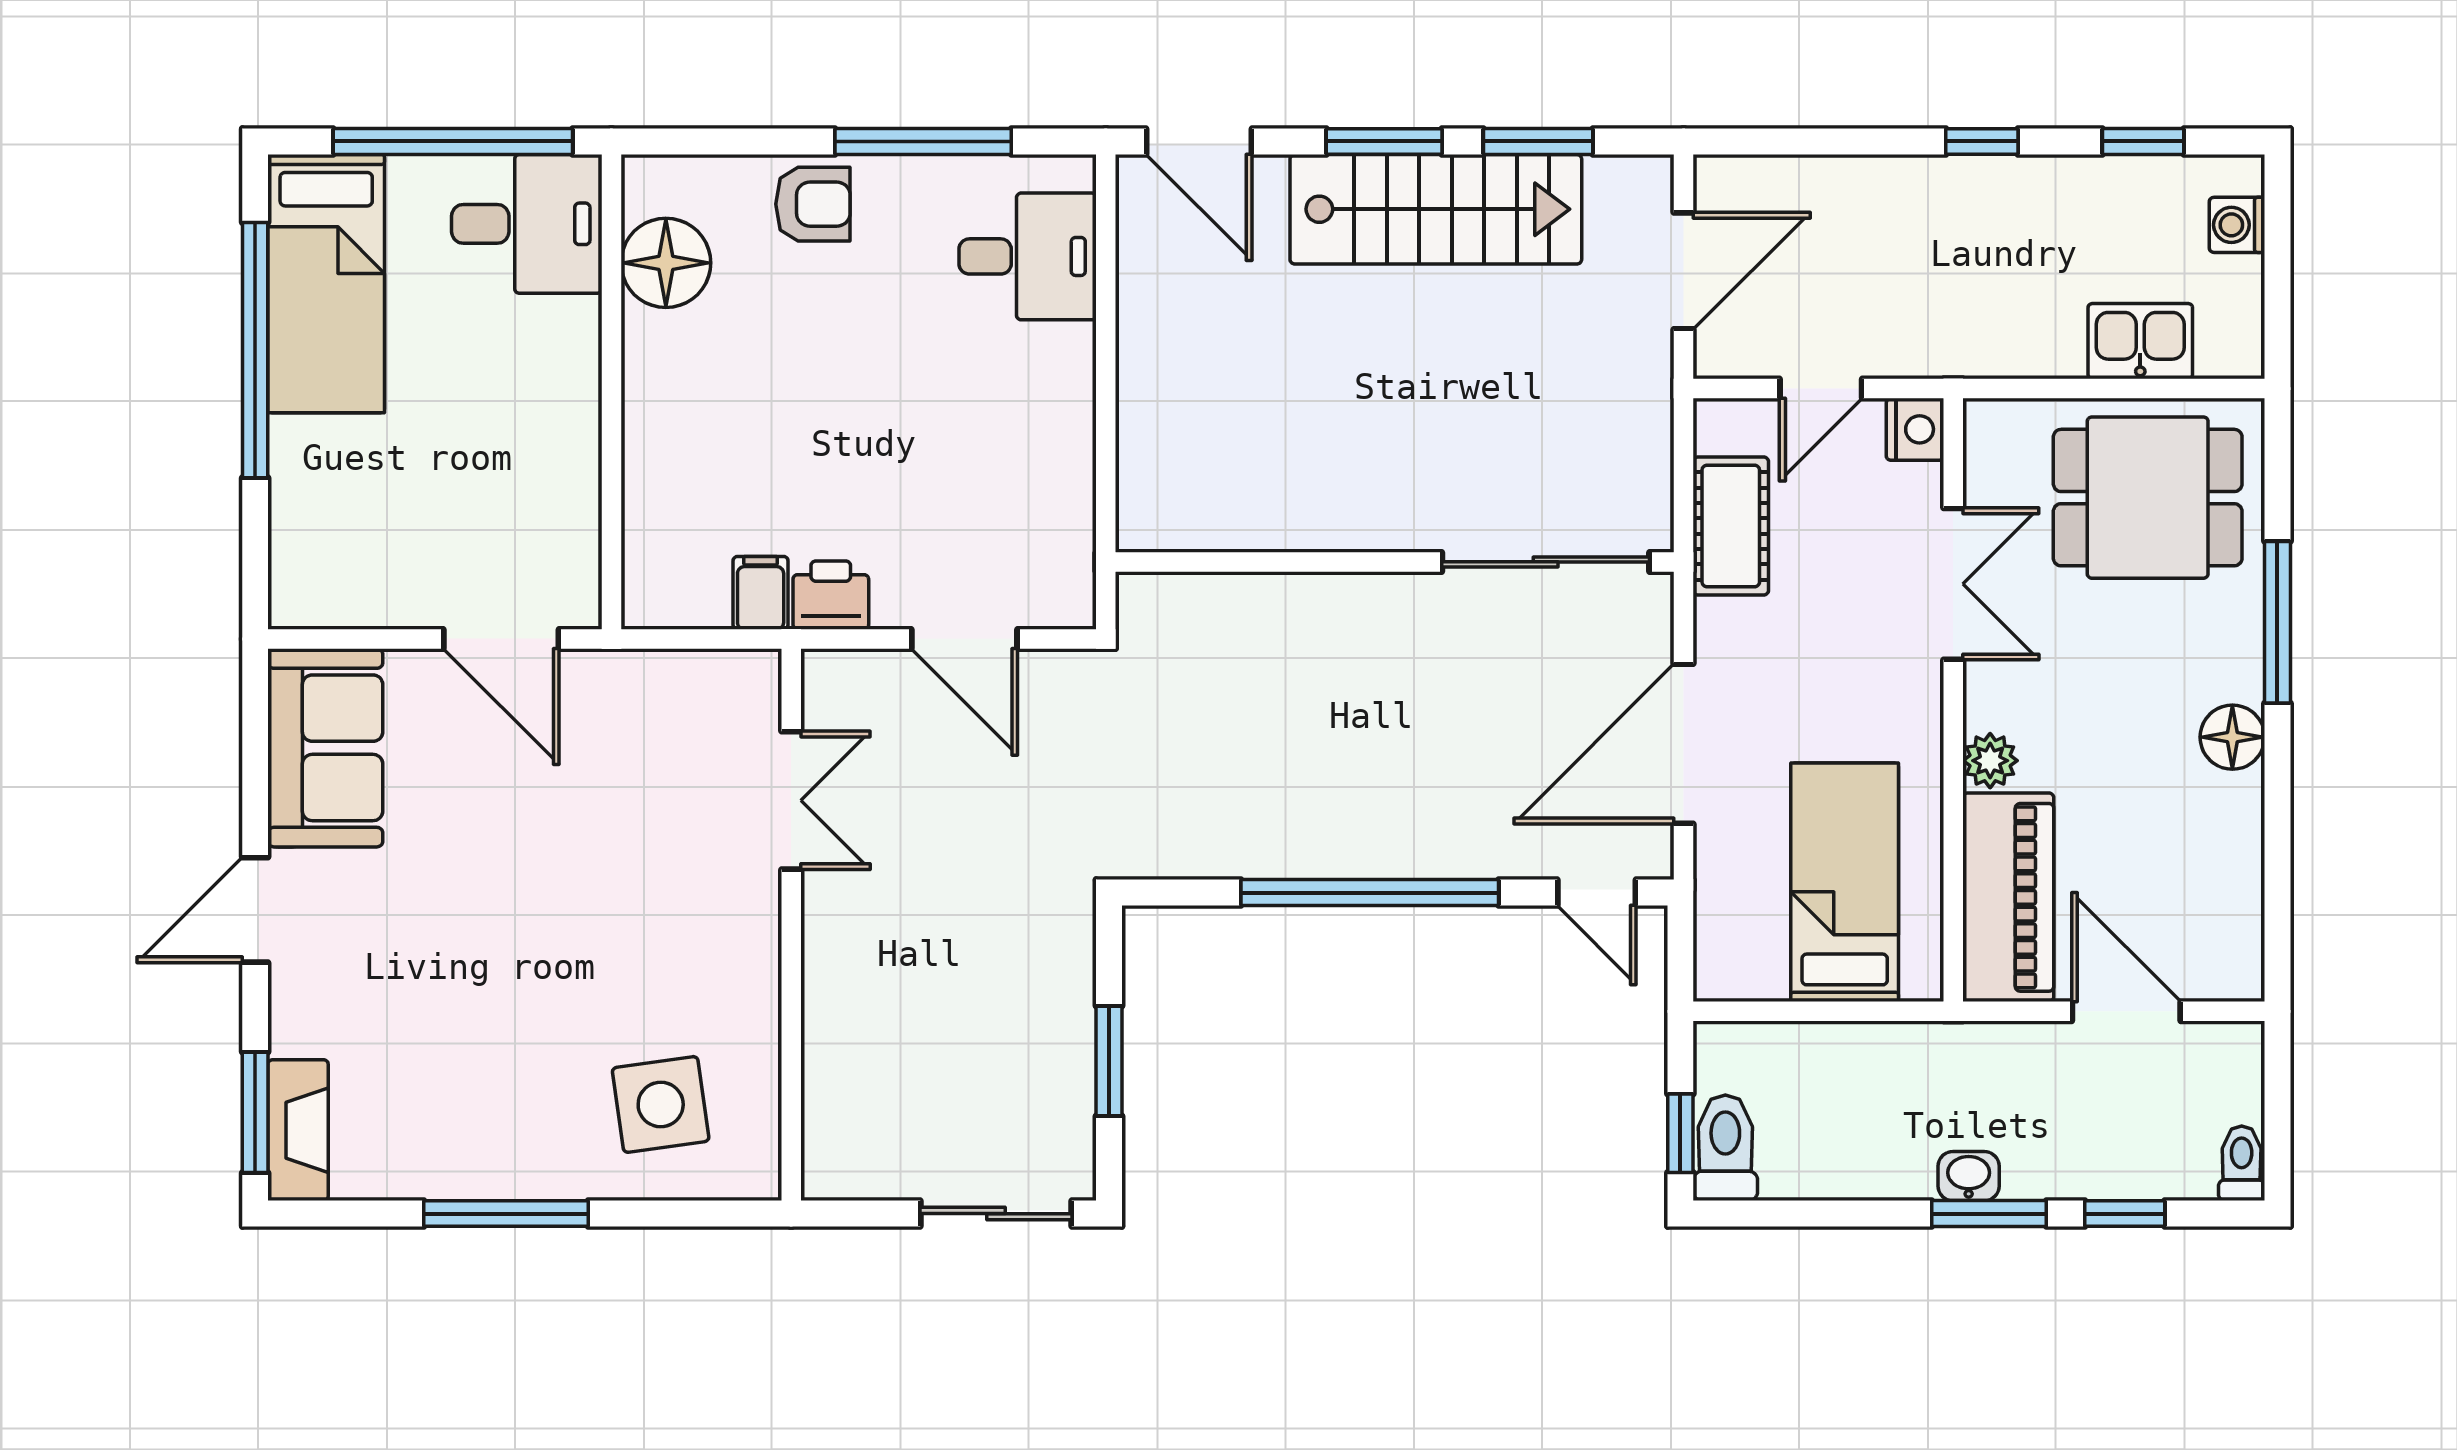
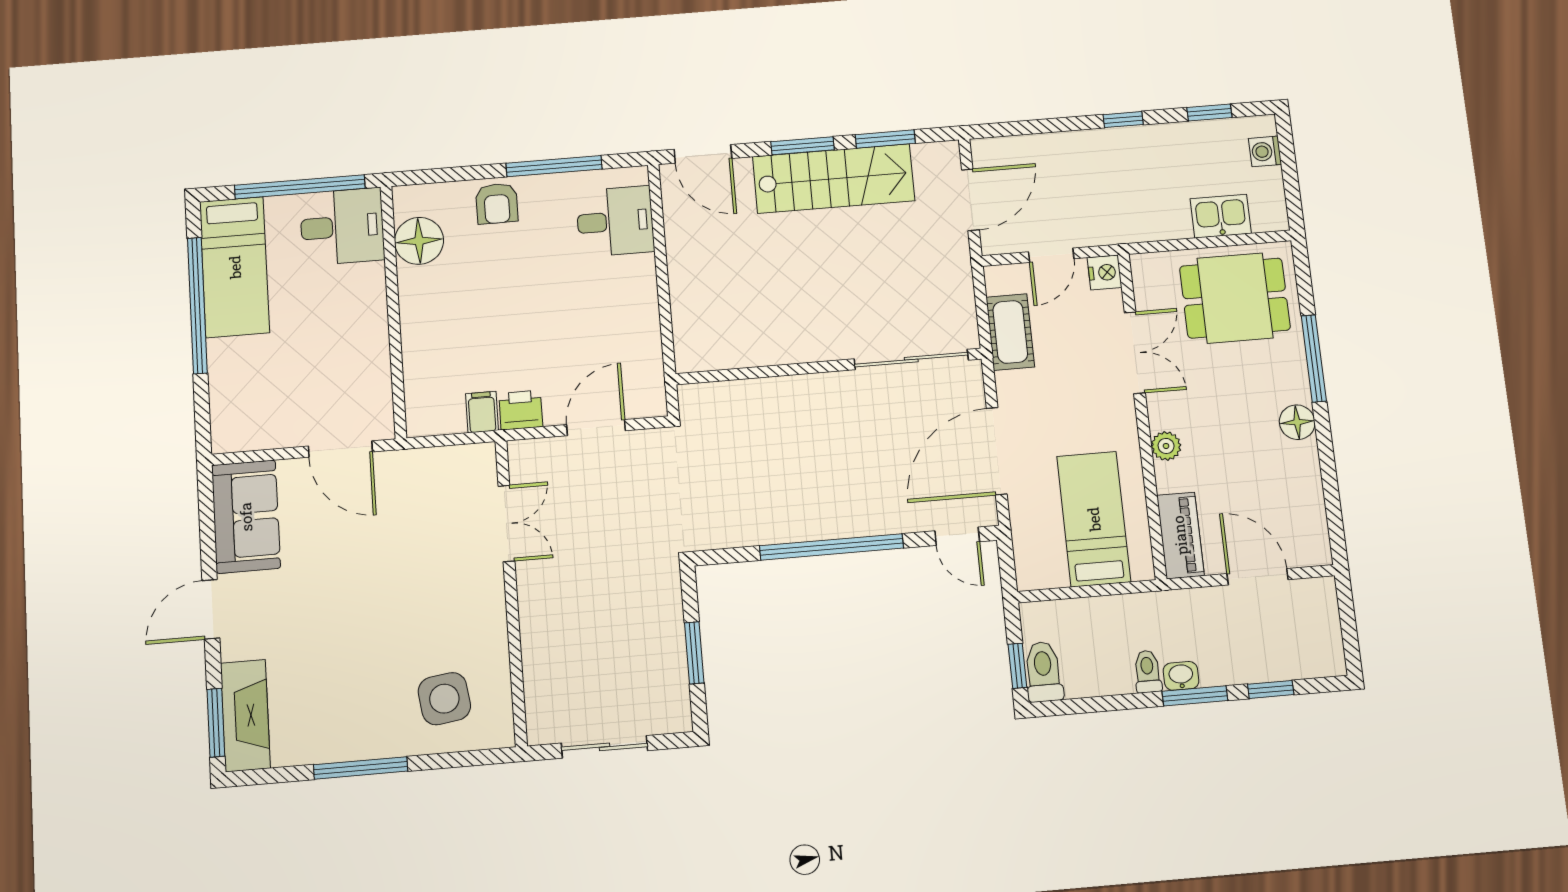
armchair: (813, 204) -> (497, 204), turned 90
door: (964, 639) -> (596, 428), swing flipped
piano: (2008, 897) -> (1180, 535), width x0.73, depth x0.75
fireplace: (298, 1130) -> (245, 716), width x1.37, depth x1.32
toilet: (2242, 1163) -> (1148, 672), moved
sliding door: (996, 1214) -> (605, 747), moved

